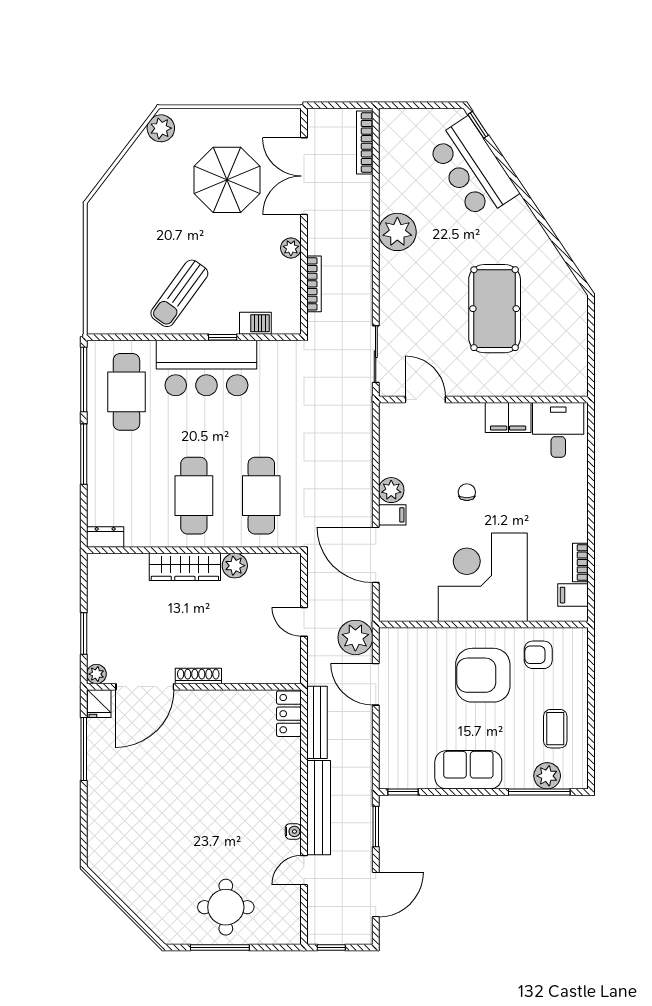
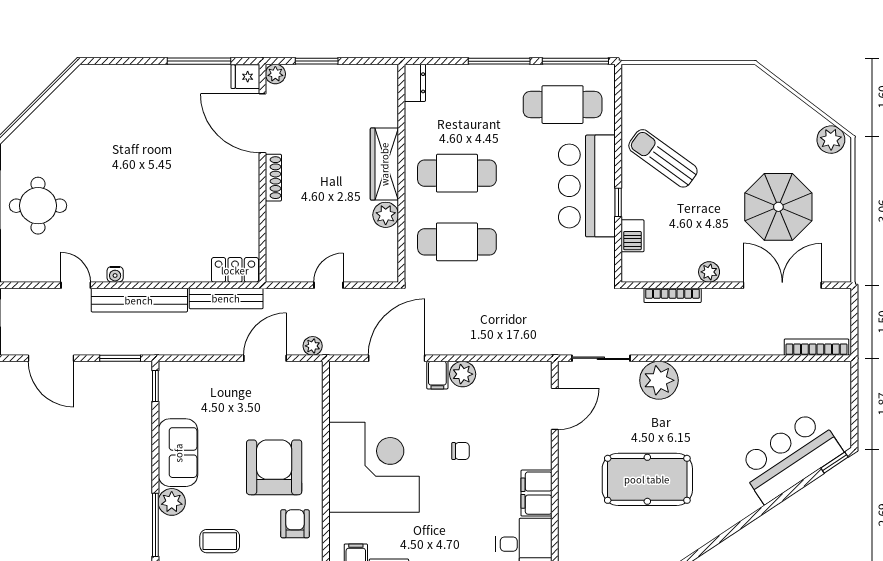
plant: (397, 232) -> (659, 380), moved
plant: (355, 637) -> (313, 346), width x0.53, depth x0.53
plant: (547, 776) -> (172, 502), moved

